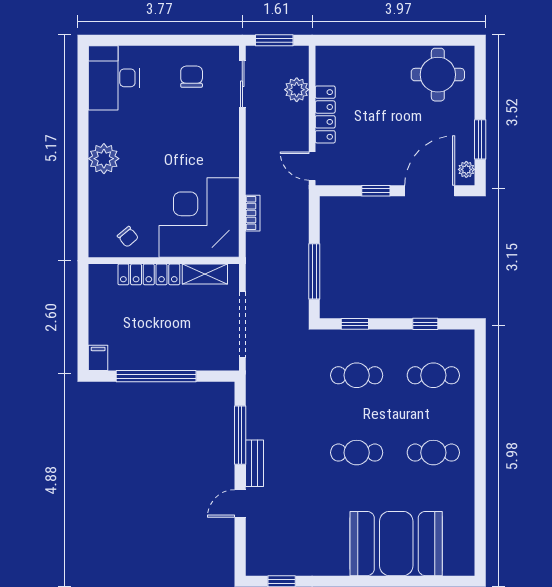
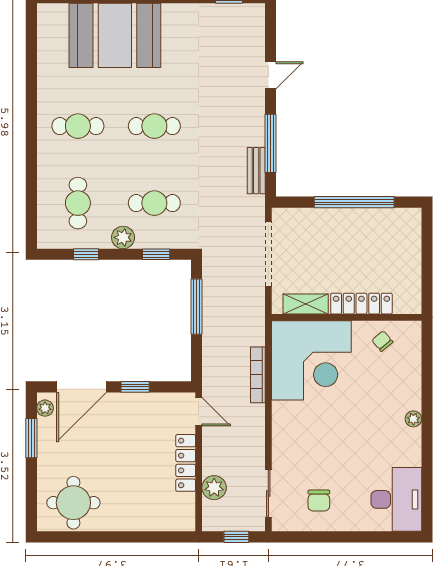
window: (274, 40) -> (236, 537), width x0.67
plant: (104, 159) -> (413, 419), width x0.53, depth x0.53
bookcase: (253, 213) -> (258, 375), width x1.56
plant: (388, 341) -> (123, 237), added
filing cabinet: (98, 358) -> (412, 220), removed
cafe table: (433, 375) -> (78, 203), turned 90
bench: (254, 463) -> (256, 171), moved

